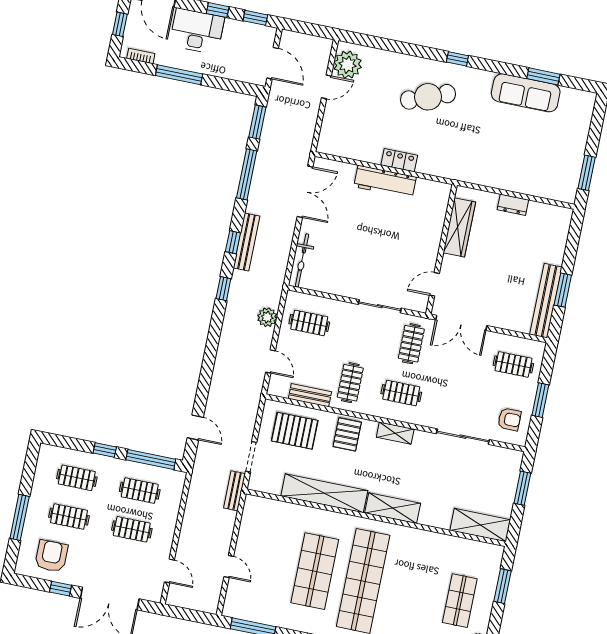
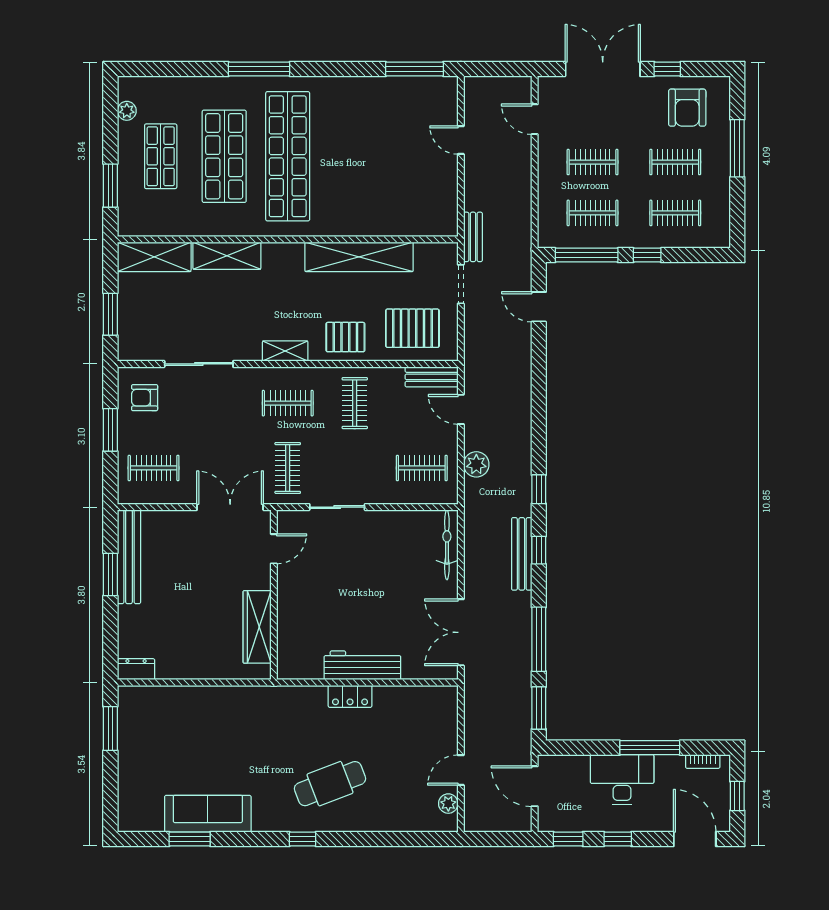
desk: (197, 31) -> (622, 779), moved, turned 180
plant: (348, 65) -> (448, 804), width x0.53, depth x0.53
dresser: (513, 205) -> (136, 669), moved
bench: (310, 395) -> (432, 377), moved
pallet: (347, 434) -> (345, 337), turned 90
shelving: (393, 508) -> (227, 256), moved
shop shelf: (315, 571) -> (224, 156), moved

